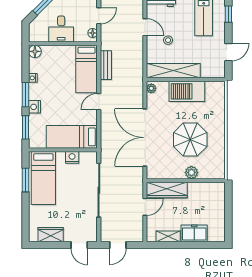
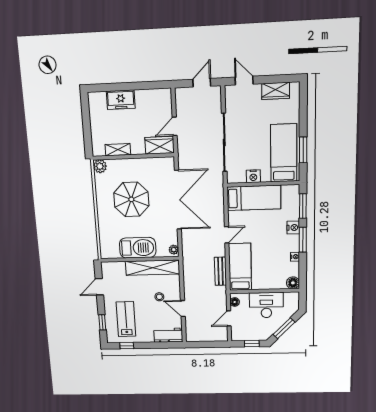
desk: (61, 29) -> (266, 305), width x1.37
plant: (191, 172) -> (100, 166), moved
wardrobe: (167, 190) -> (160, 145), width x0.67
shelving: (168, 236) -> (118, 150), moved

